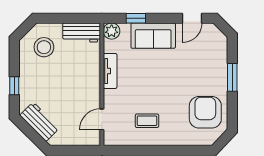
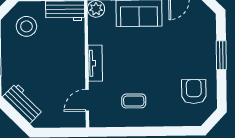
tv unit: (110, 71) -> (95, 63), moved
armchair: (205, 112) -> (194, 92), width x0.73, depth x0.73

